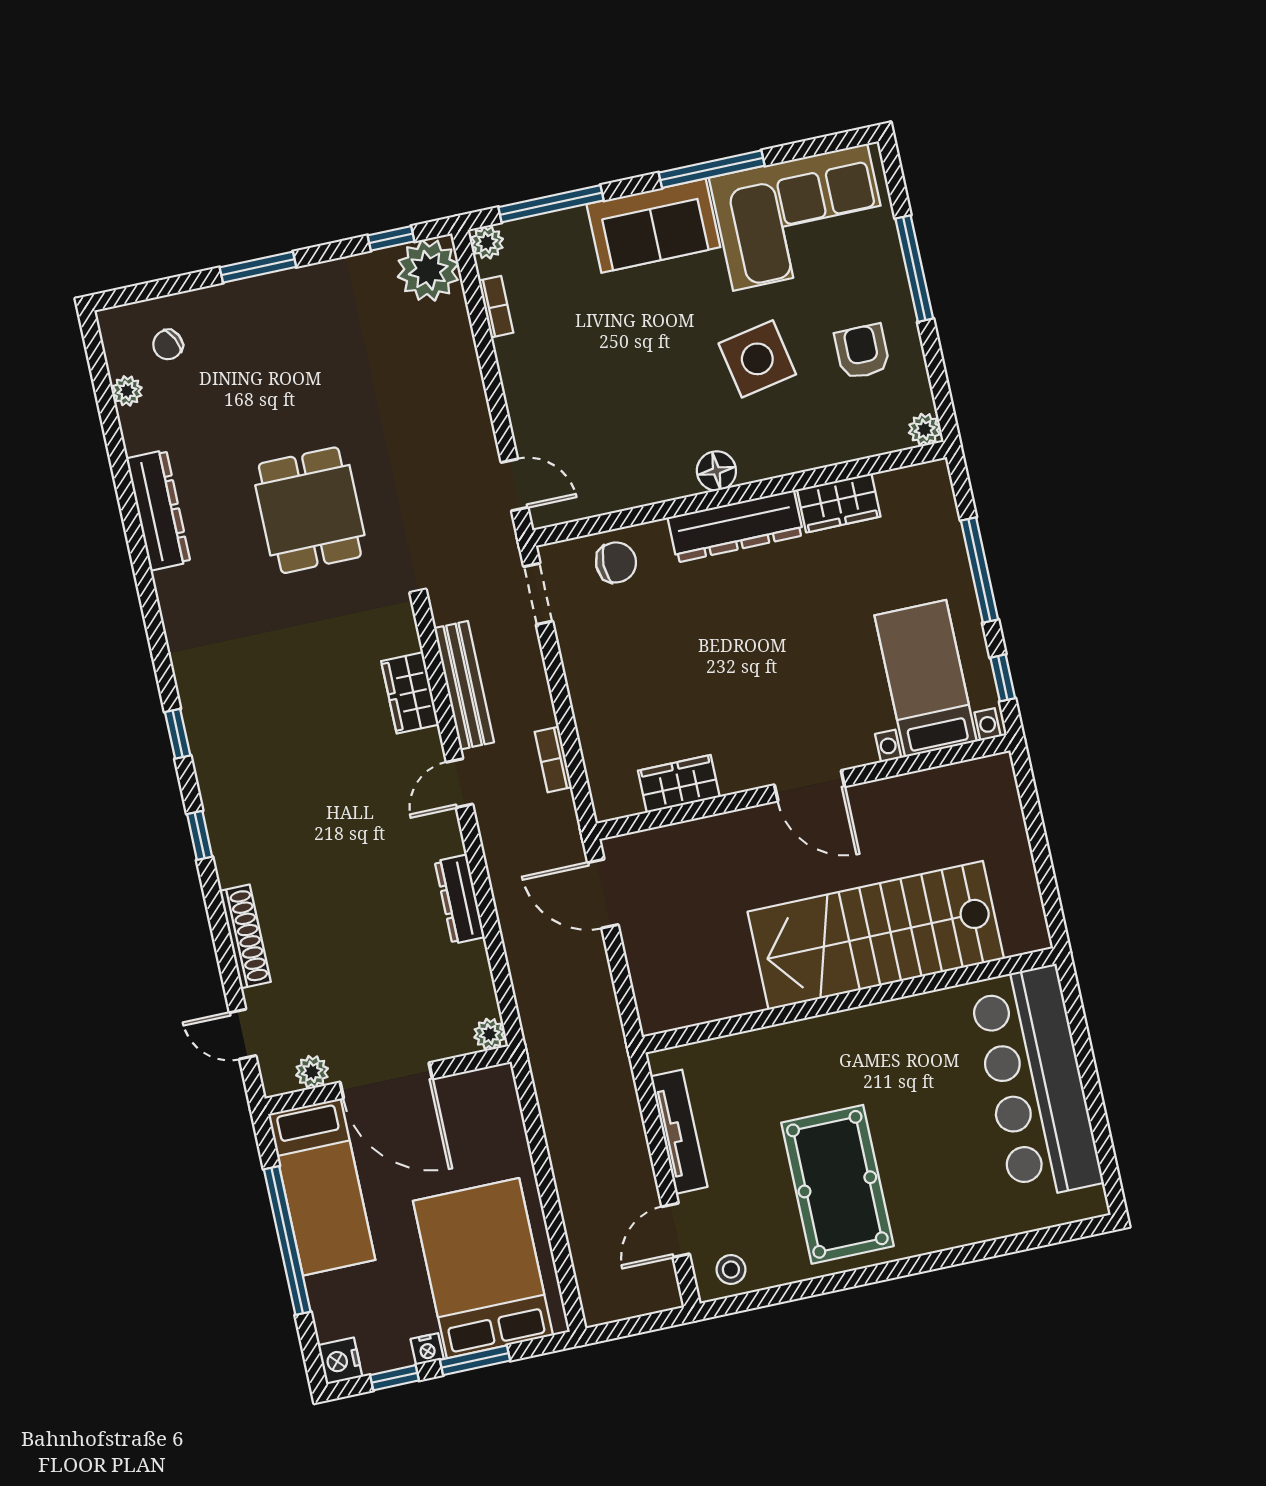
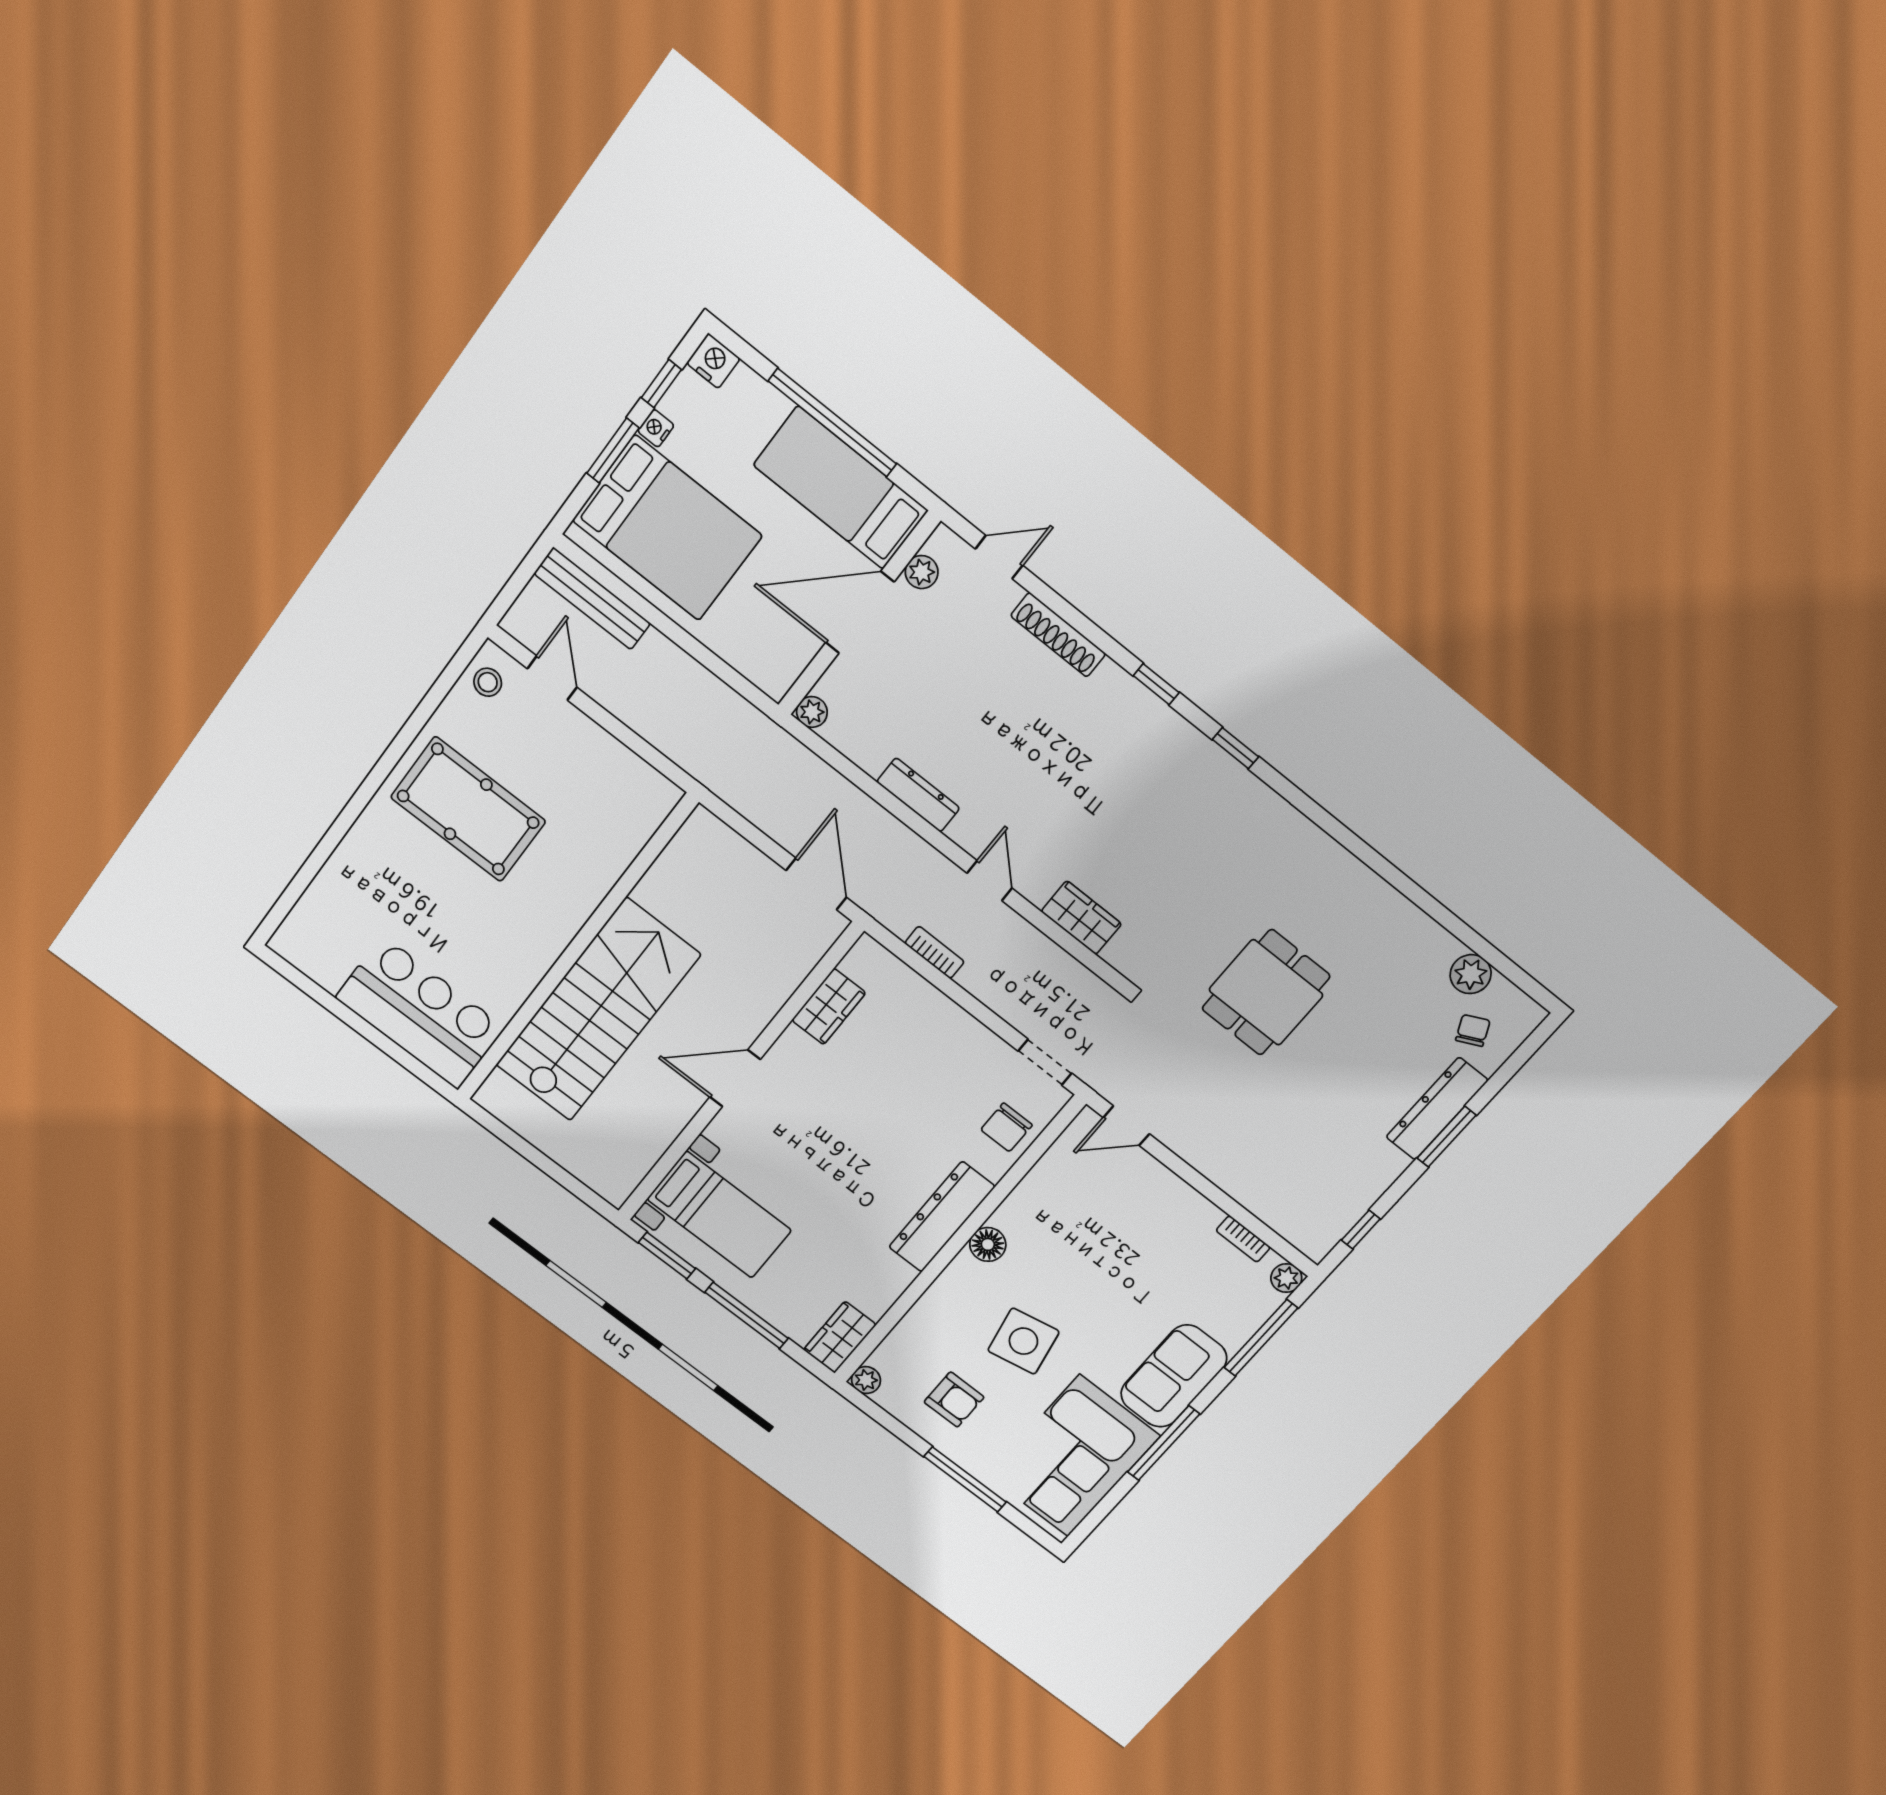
plant: (428, 270) -> (1315, 1228), removed
plant: (127, 391) -> (1471, 974), width x1.38, depth x1.38
wardrobe: (839, 503) -> (840, 1337), moved
dresser: (158, 510) -> (1437, 1109), moved, turned 90
dining table: (310, 510) -> (1266, 992), turned 90
window: (1003, 678) -> (667, 1256), width x1.50
bench: (464, 685) -> (592, 599), moved
door: (603, 894) -> (816, 884), hinge flipped
bar counter: (1036, 1083) -> (420, 1013), width x0.73
tv unit: (679, 1132) -> (613, 754), removed

